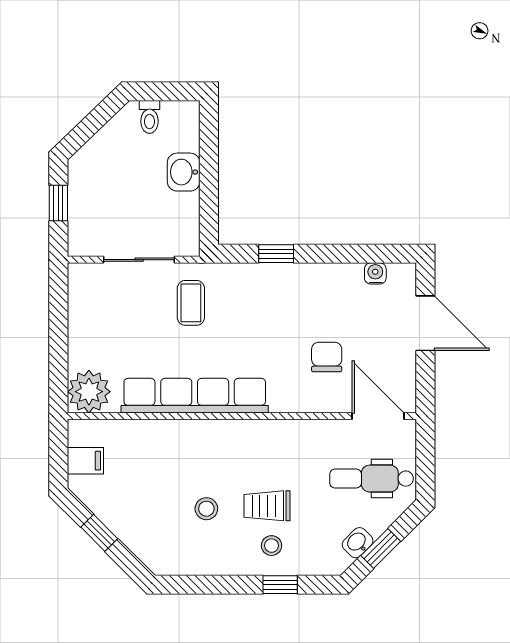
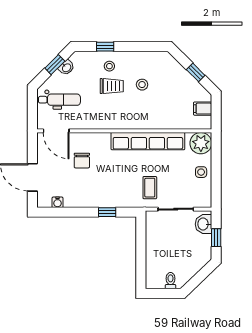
washbasin: (184, 172) -> (204, 224), moved, turned 180
side table: (88, 334) -> (201, 172), added

